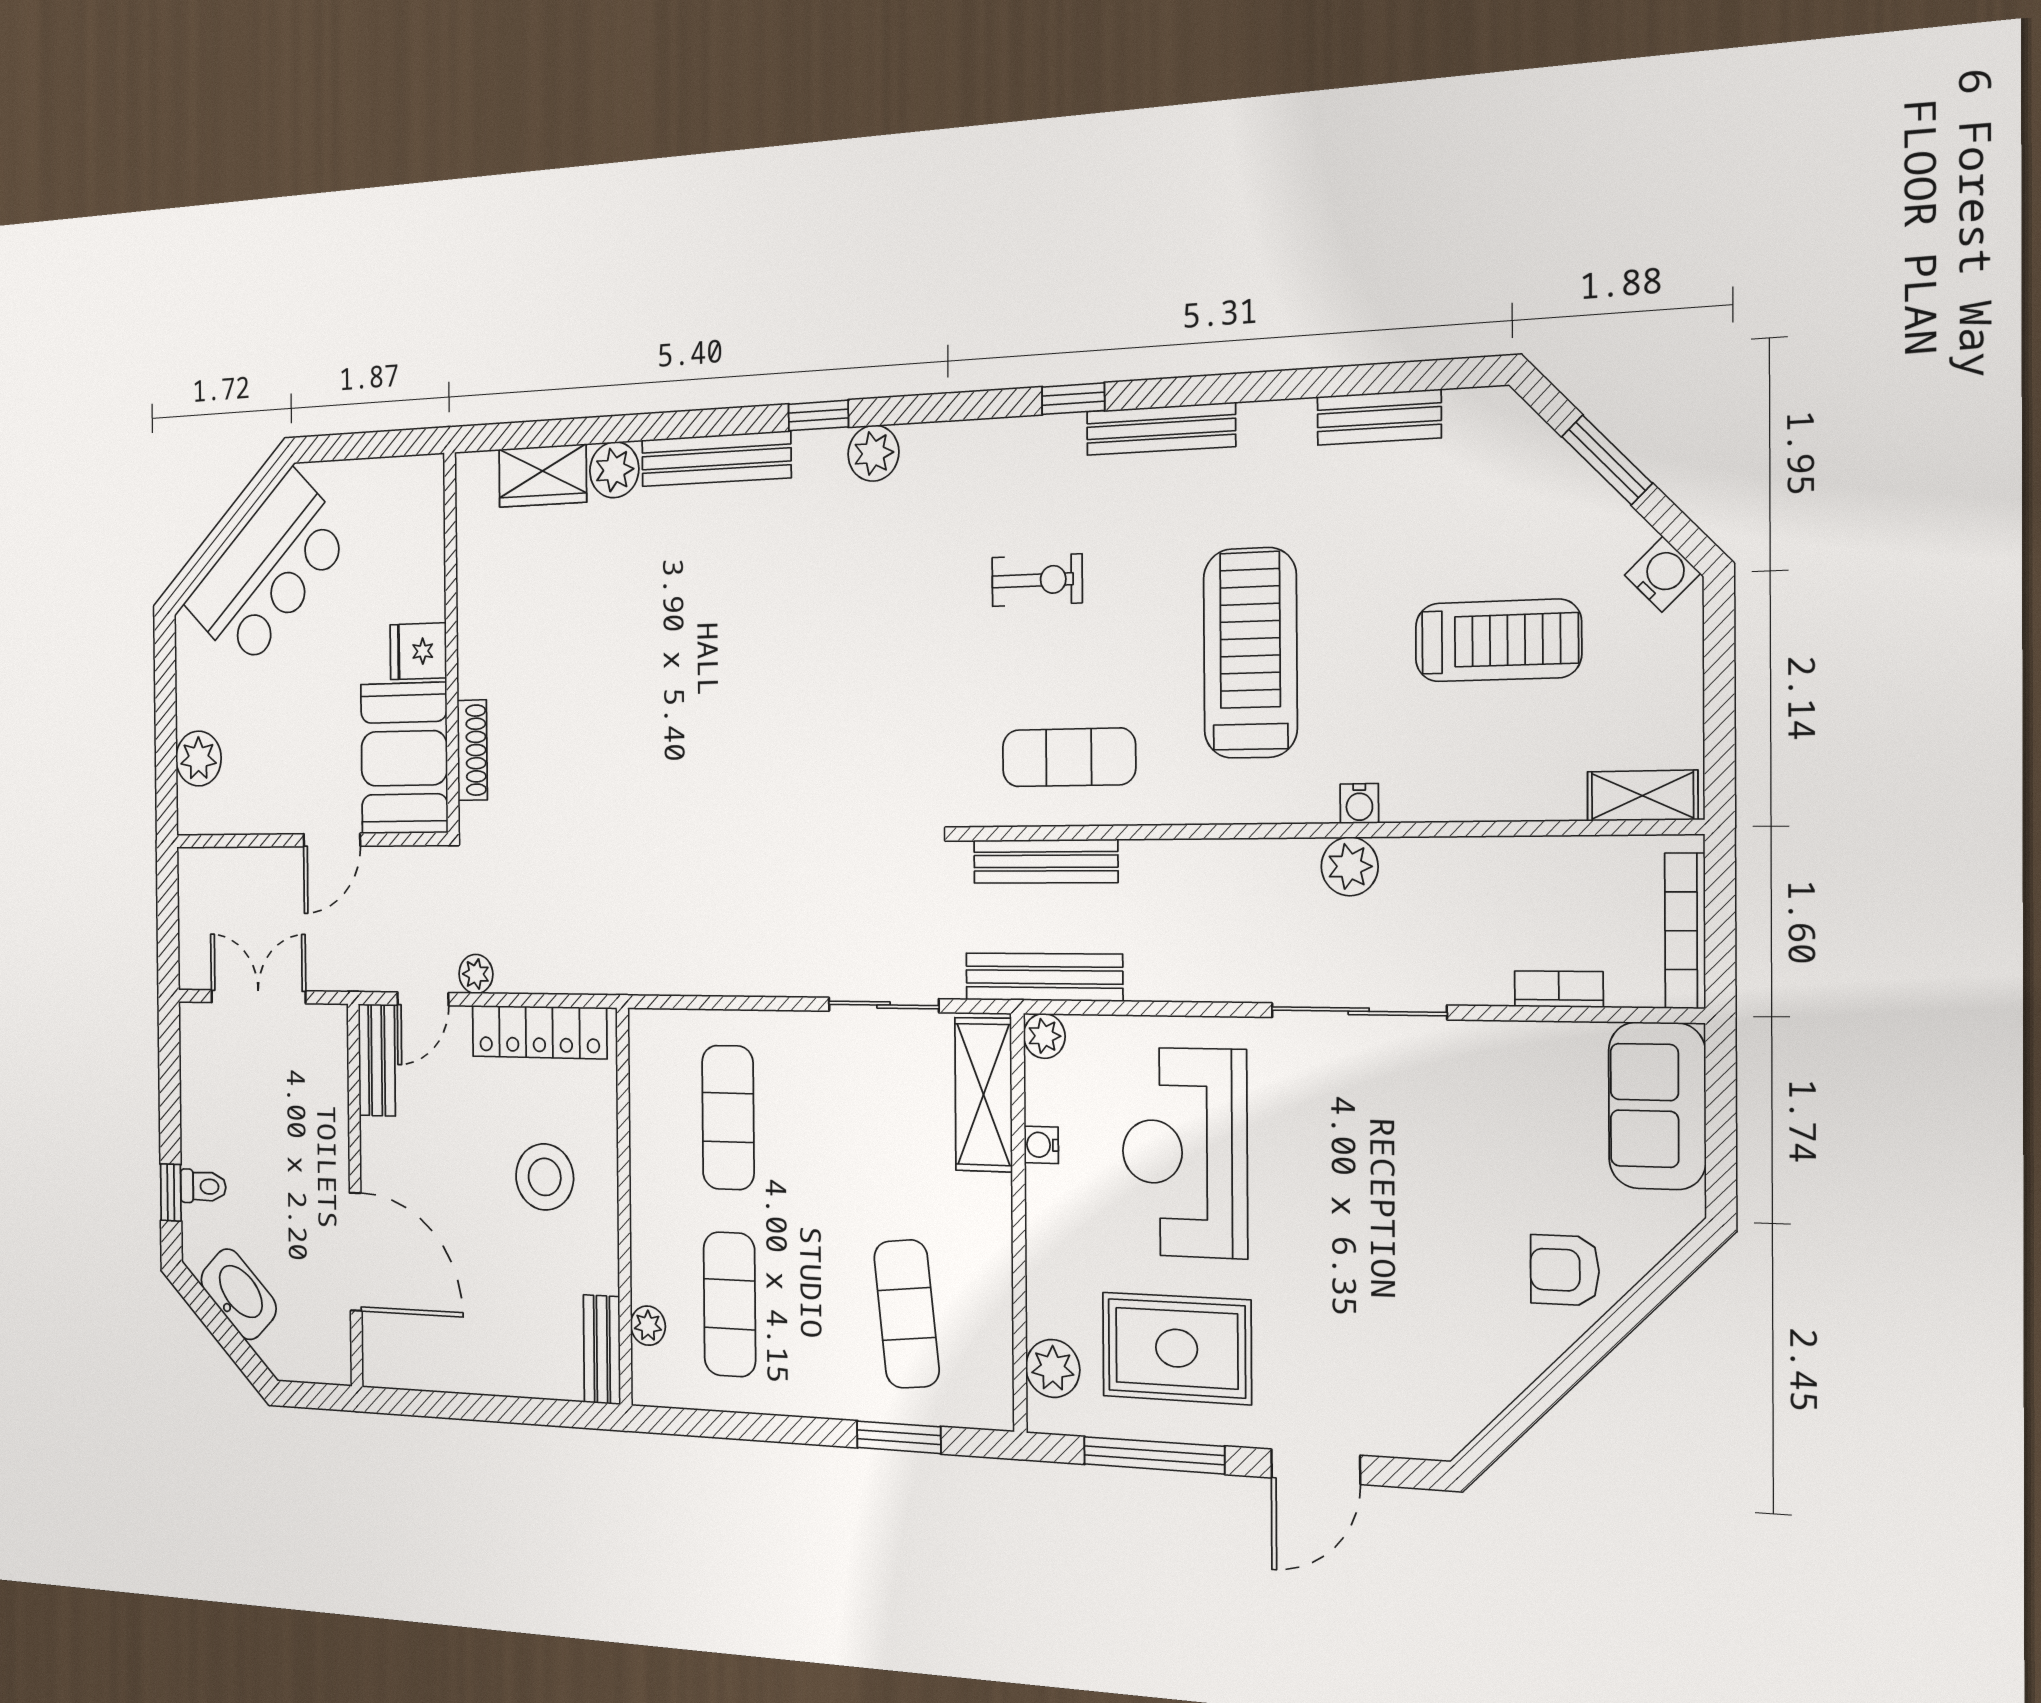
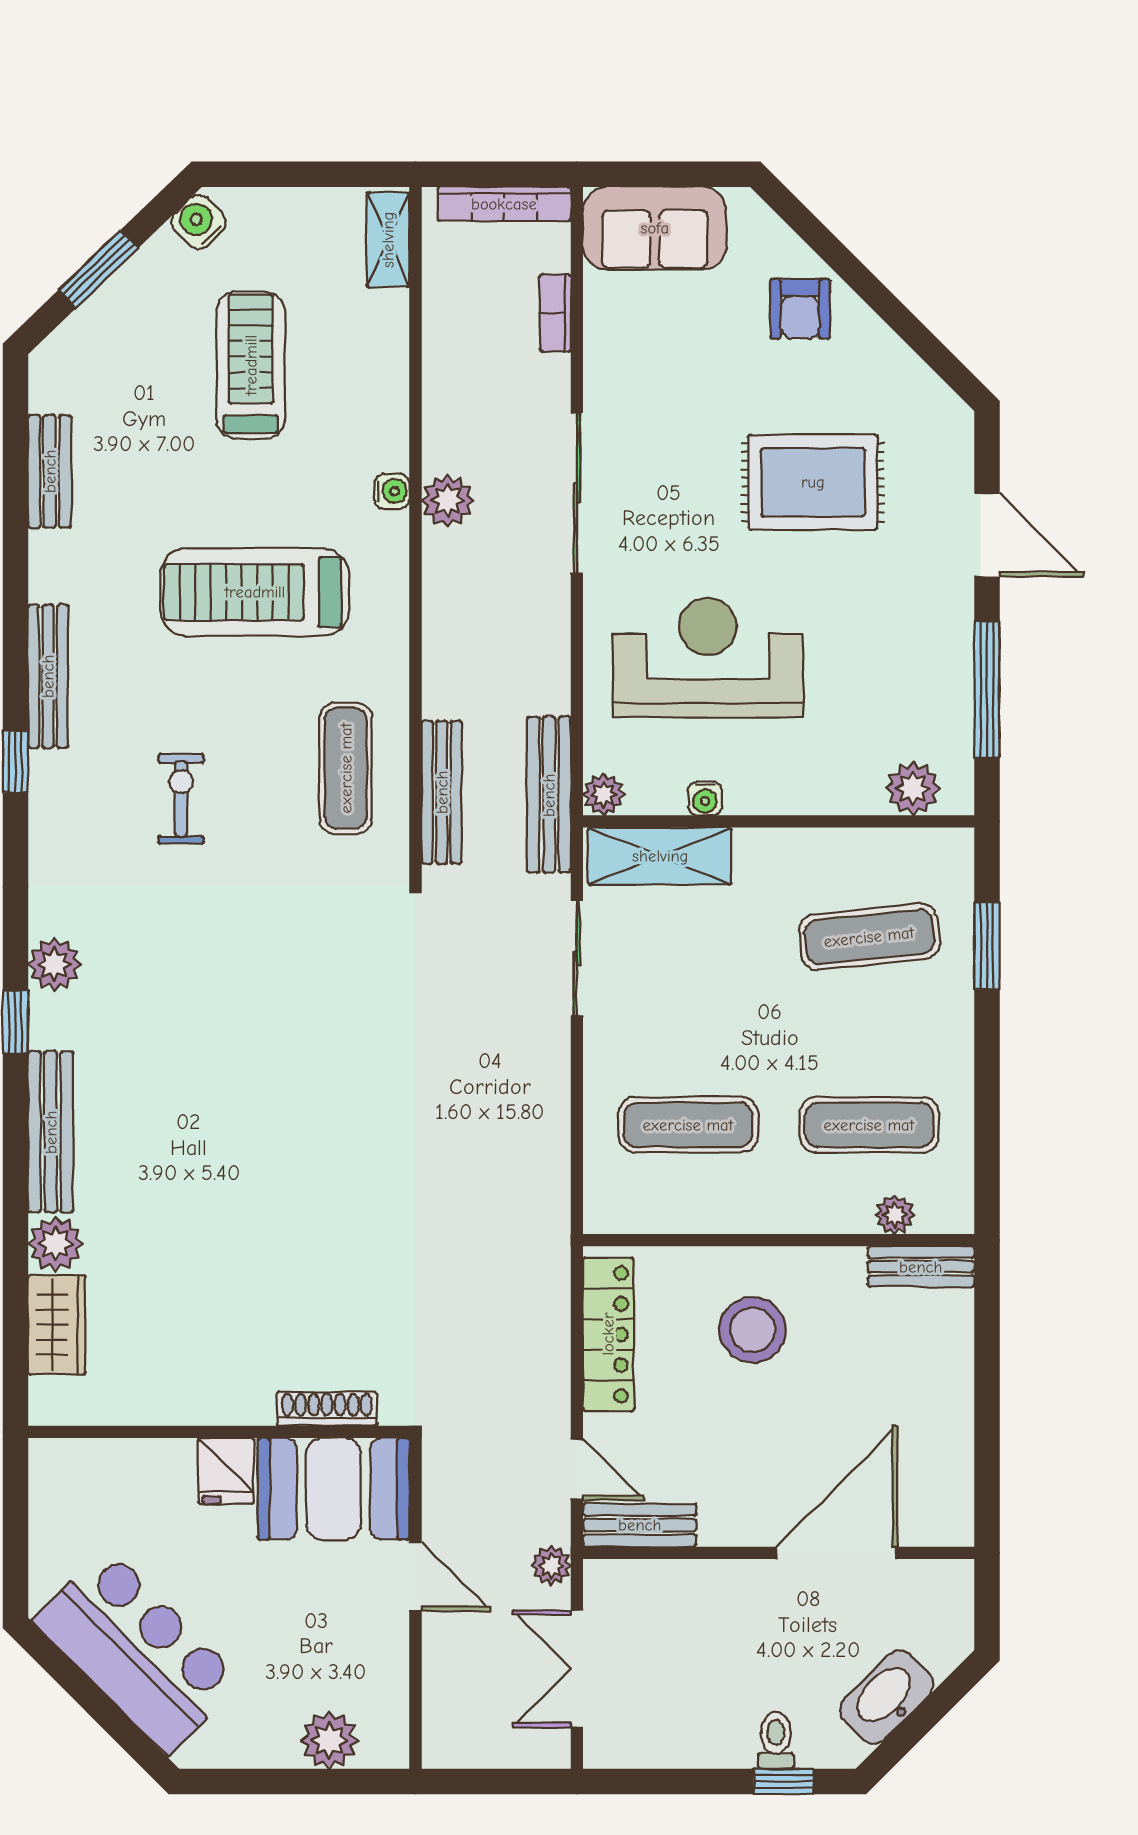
plant: (476, 974) -> (551, 1566), moved
reception desk: (1185, 1152) -> (708, 658), turned 180
rug: (1177, 1348) -> (813, 482), moved, turned 90

